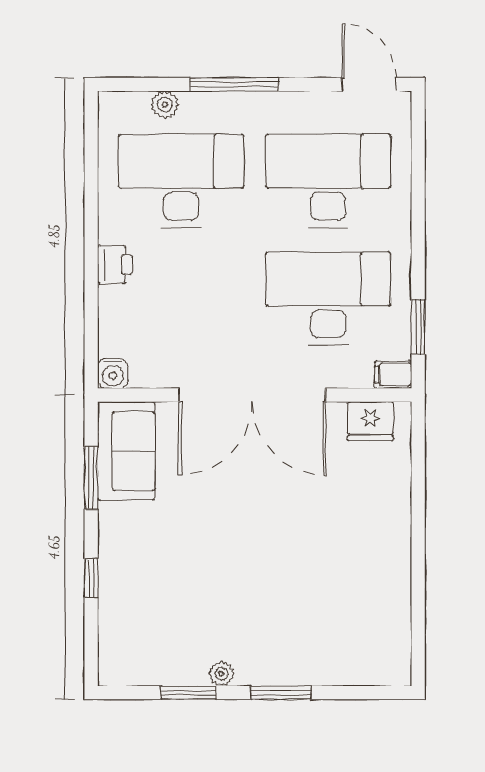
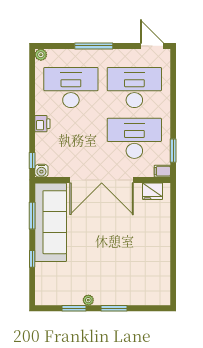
plant: (165, 105) -> (41, 55), moved
window: (91, 350) -> (32, 160), added
sofa: (126, 451) -> (51, 222), width x1.85, depth x1.27

